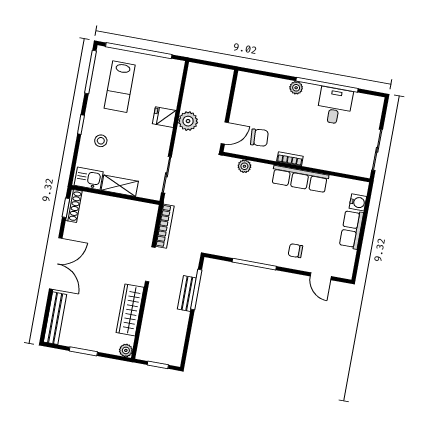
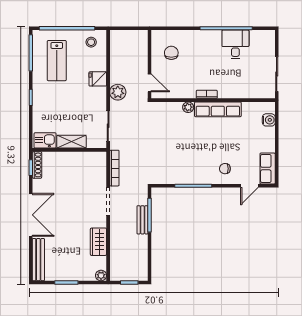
plant: (296, 88) -> (201, 35), removed
plant: (188, 121) -> (118, 92), moved
door: (225, 133) -> (150, 83), hinge flipped
chair: (259, 138) -> (171, 53), moved, turned -86
stool: (101, 141) -> (91, 42), moved
plant: (244, 166) -> (188, 107), moved
row of seats: (351, 229) -> (268, 169), moved
door: (321, 276) -> (249, 186), hinge flipped
wardrobe: (130, 310) -> (98, 242), width x0.67

